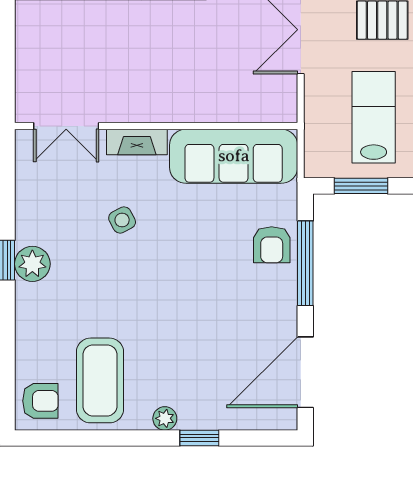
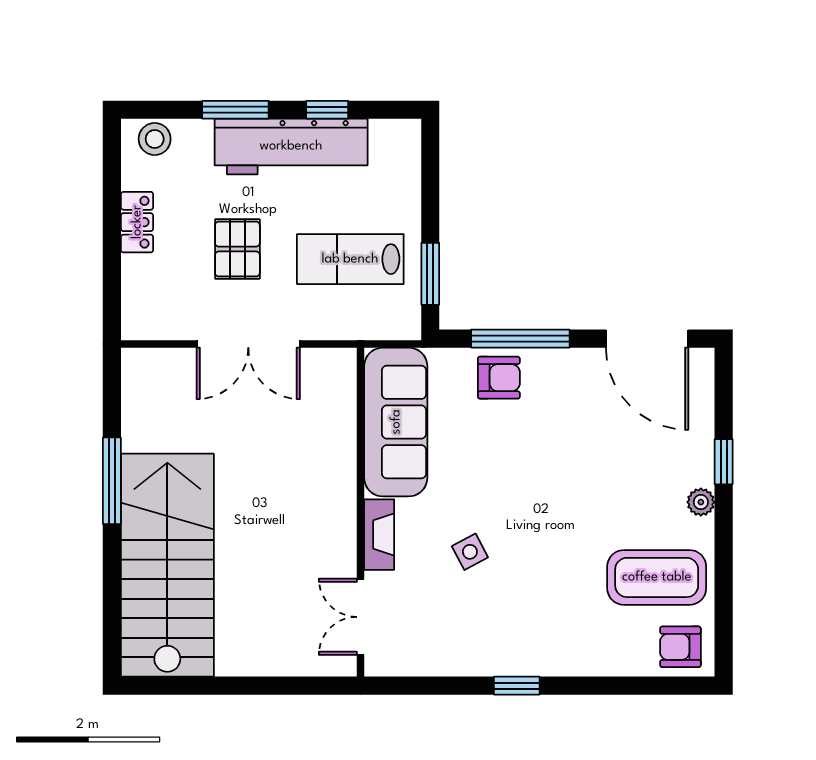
double door: (66, 126) -> (361, 617), swing flipped
plant: (32, 264) -> (521, 656), removed
armchair: (40, 401) -> (680, 647), turned -90

